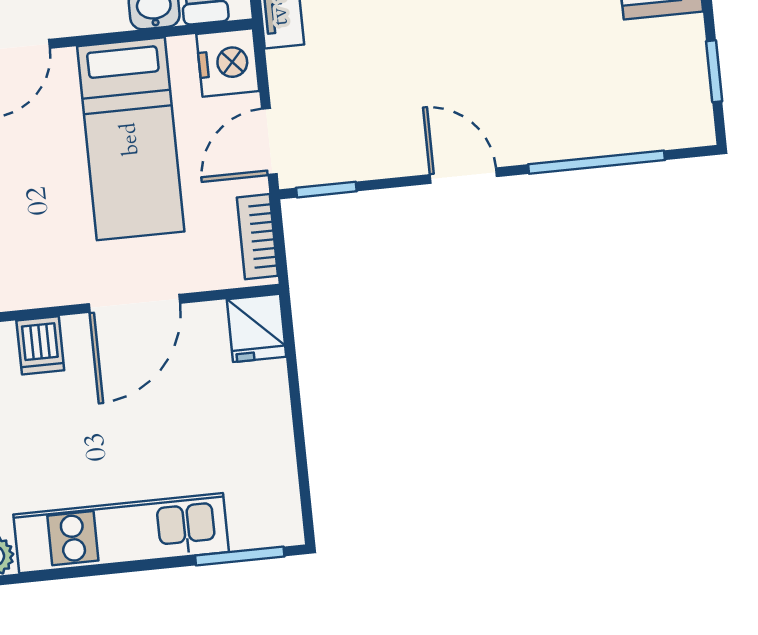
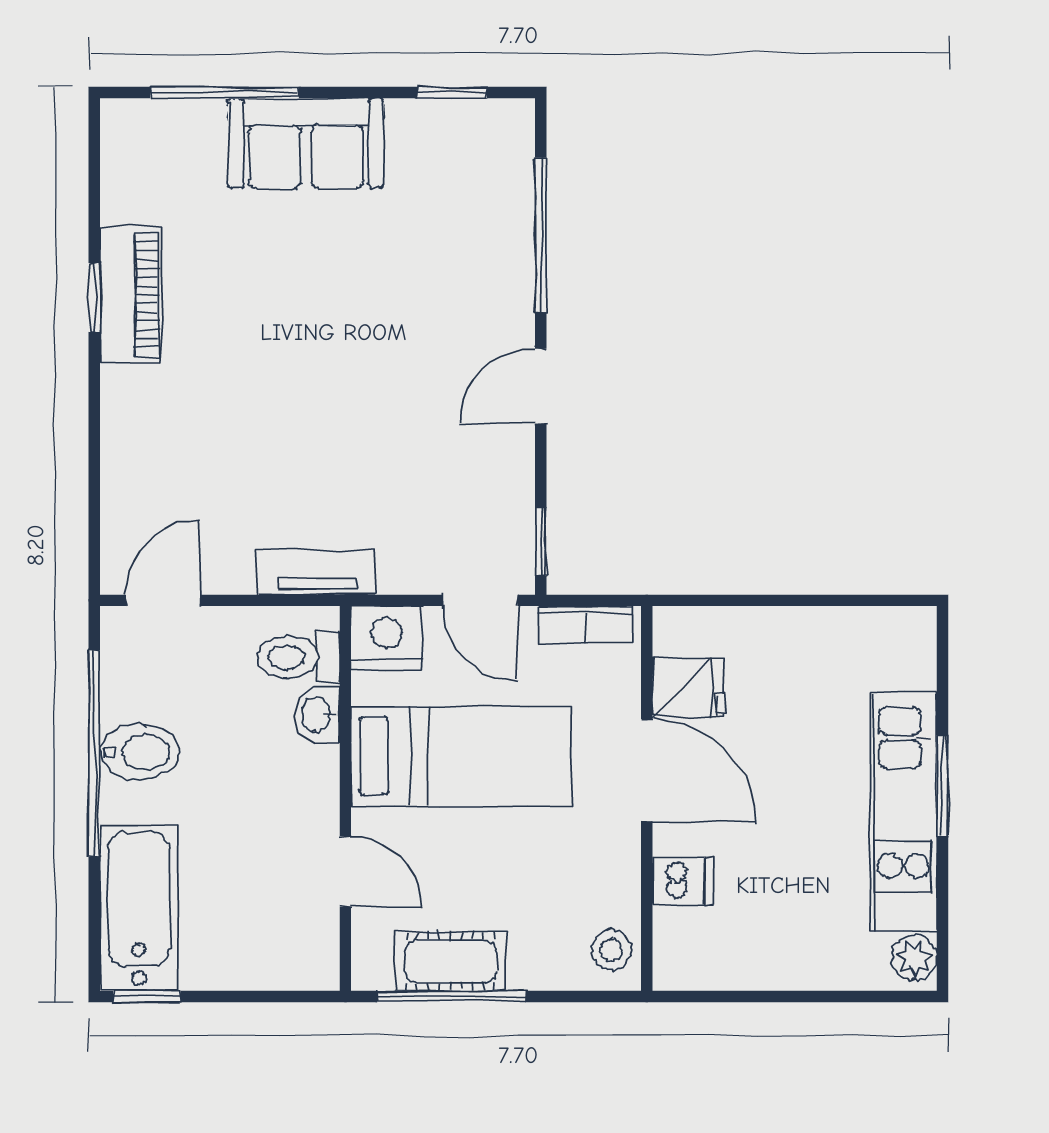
fridge: (256, 328) -> (688, 688), moved
window: (240, 556) -> (942, 786), moved

